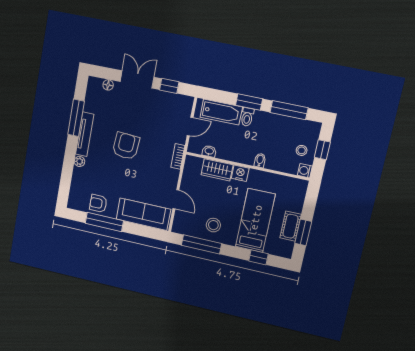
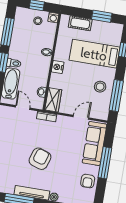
armchair: (126, 146) -> (40, 159), turned 104
wardrobe: (217, 170) -> (53, 100), moved
window: (104, 222) -> (105, 163), moved
cot: (291, 226) -> (80, 23), moved

